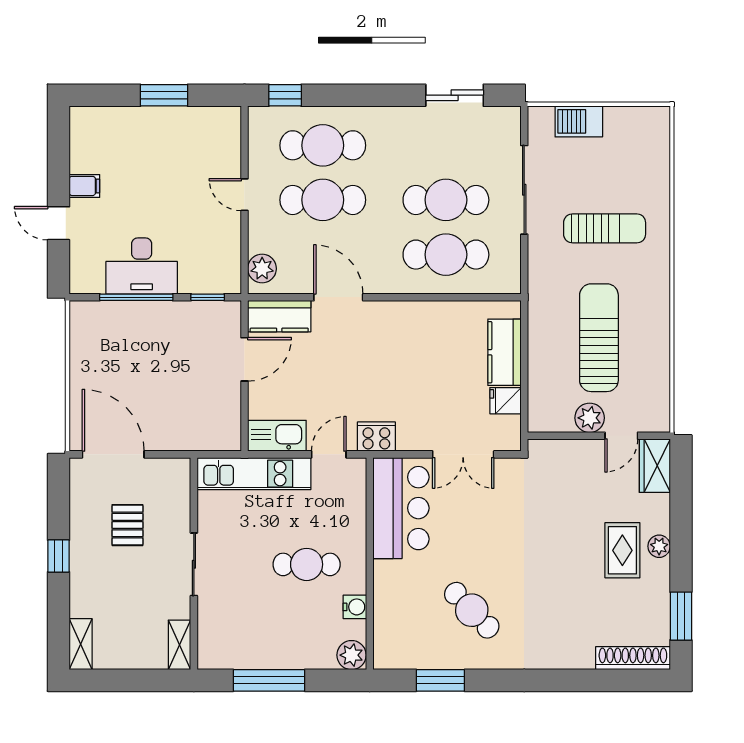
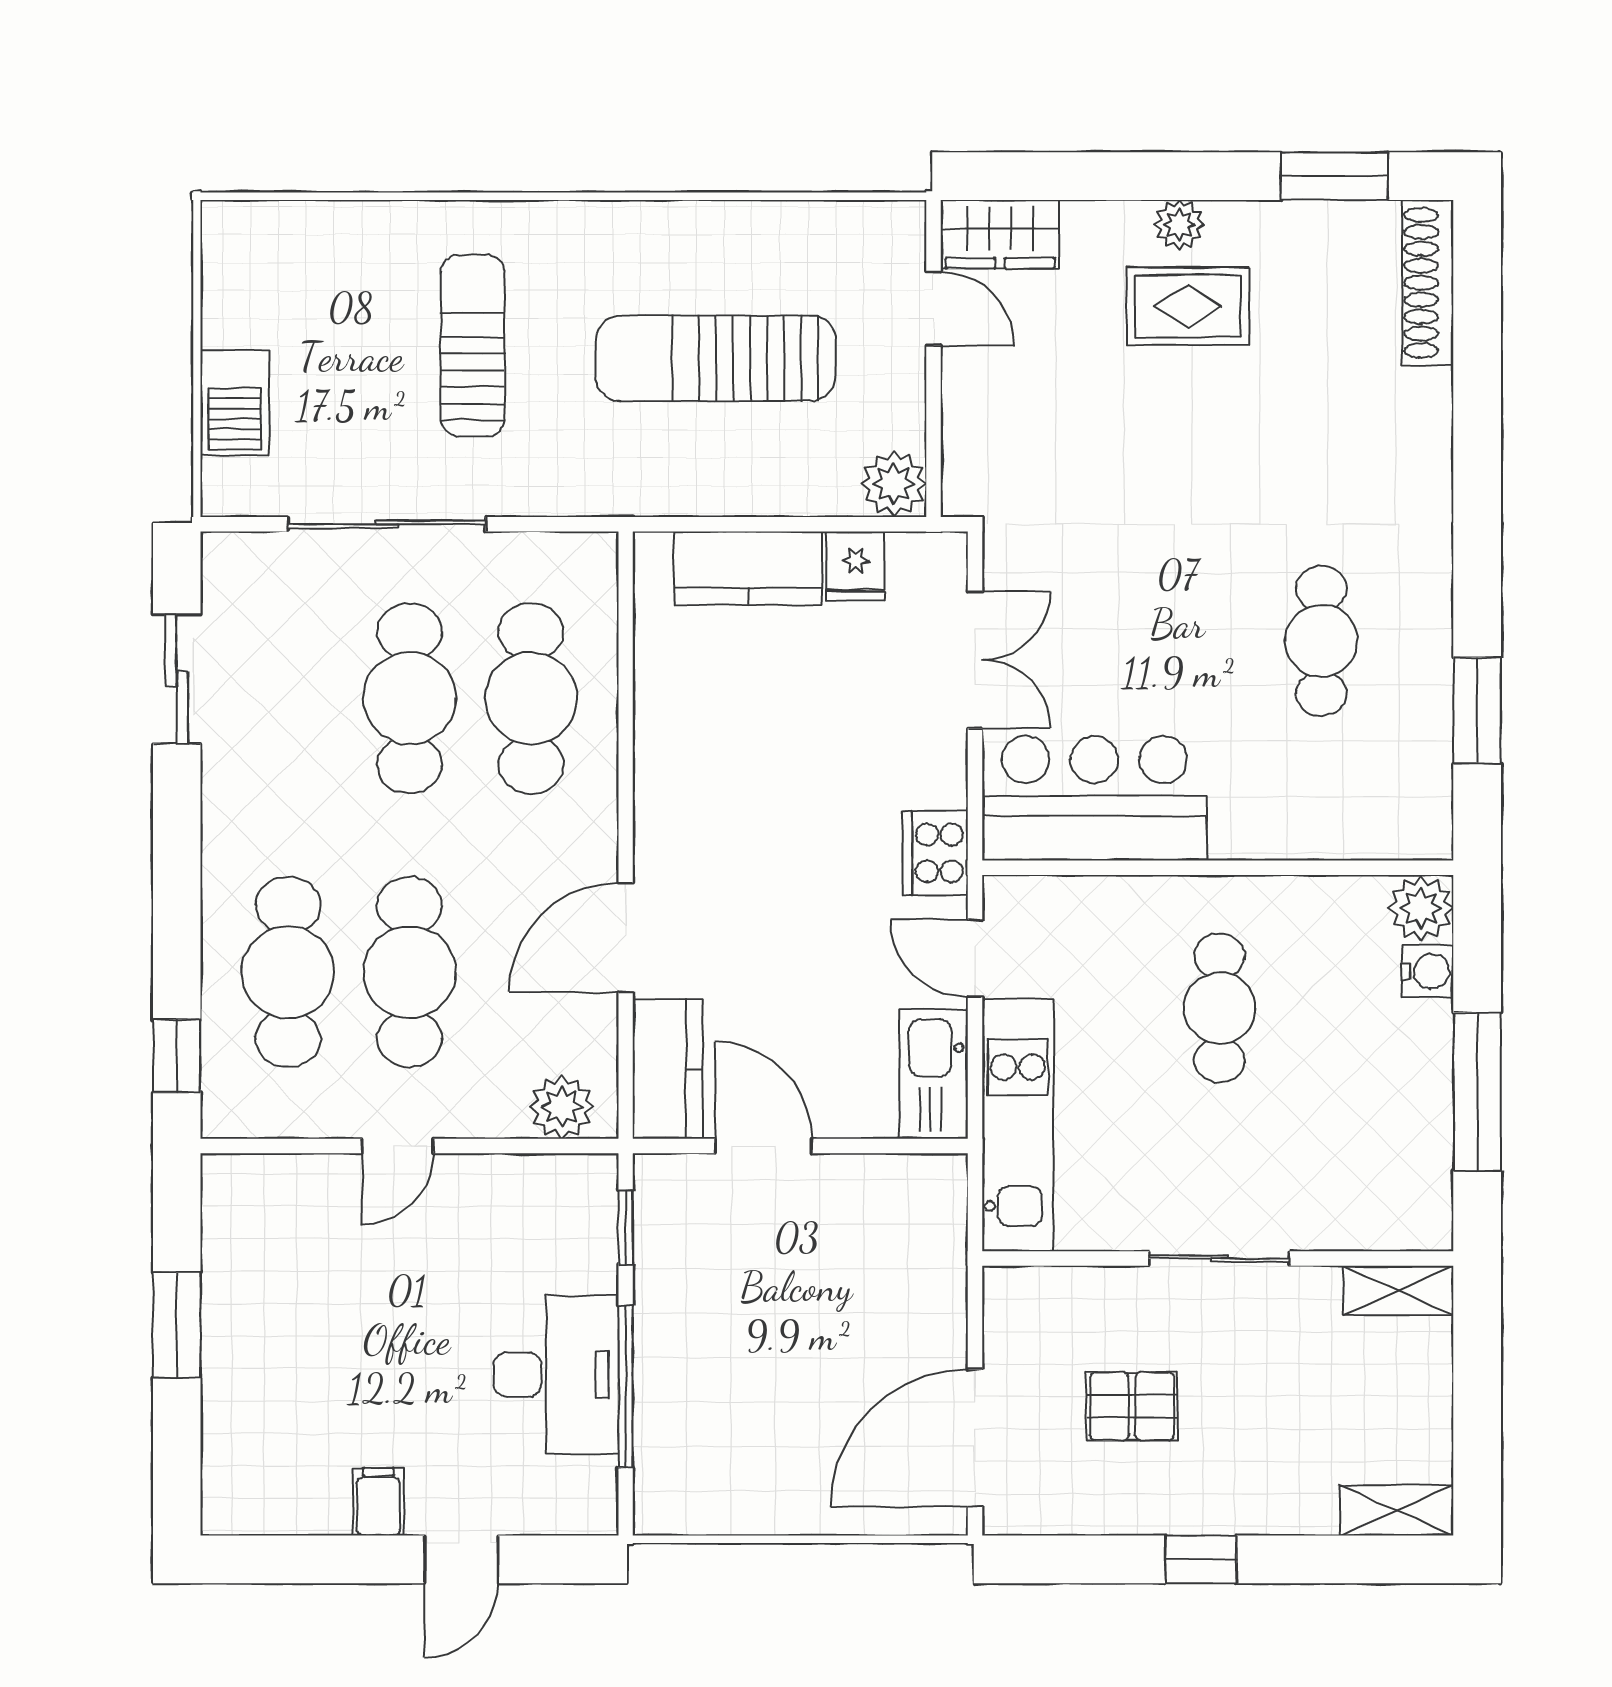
plant: (590, 418) -> (894, 484), moved
water cooler: (355, 607) -> (1427, 971), moved, turned 90
cafe table: (472, 610) -> (1321, 641), turned -46

